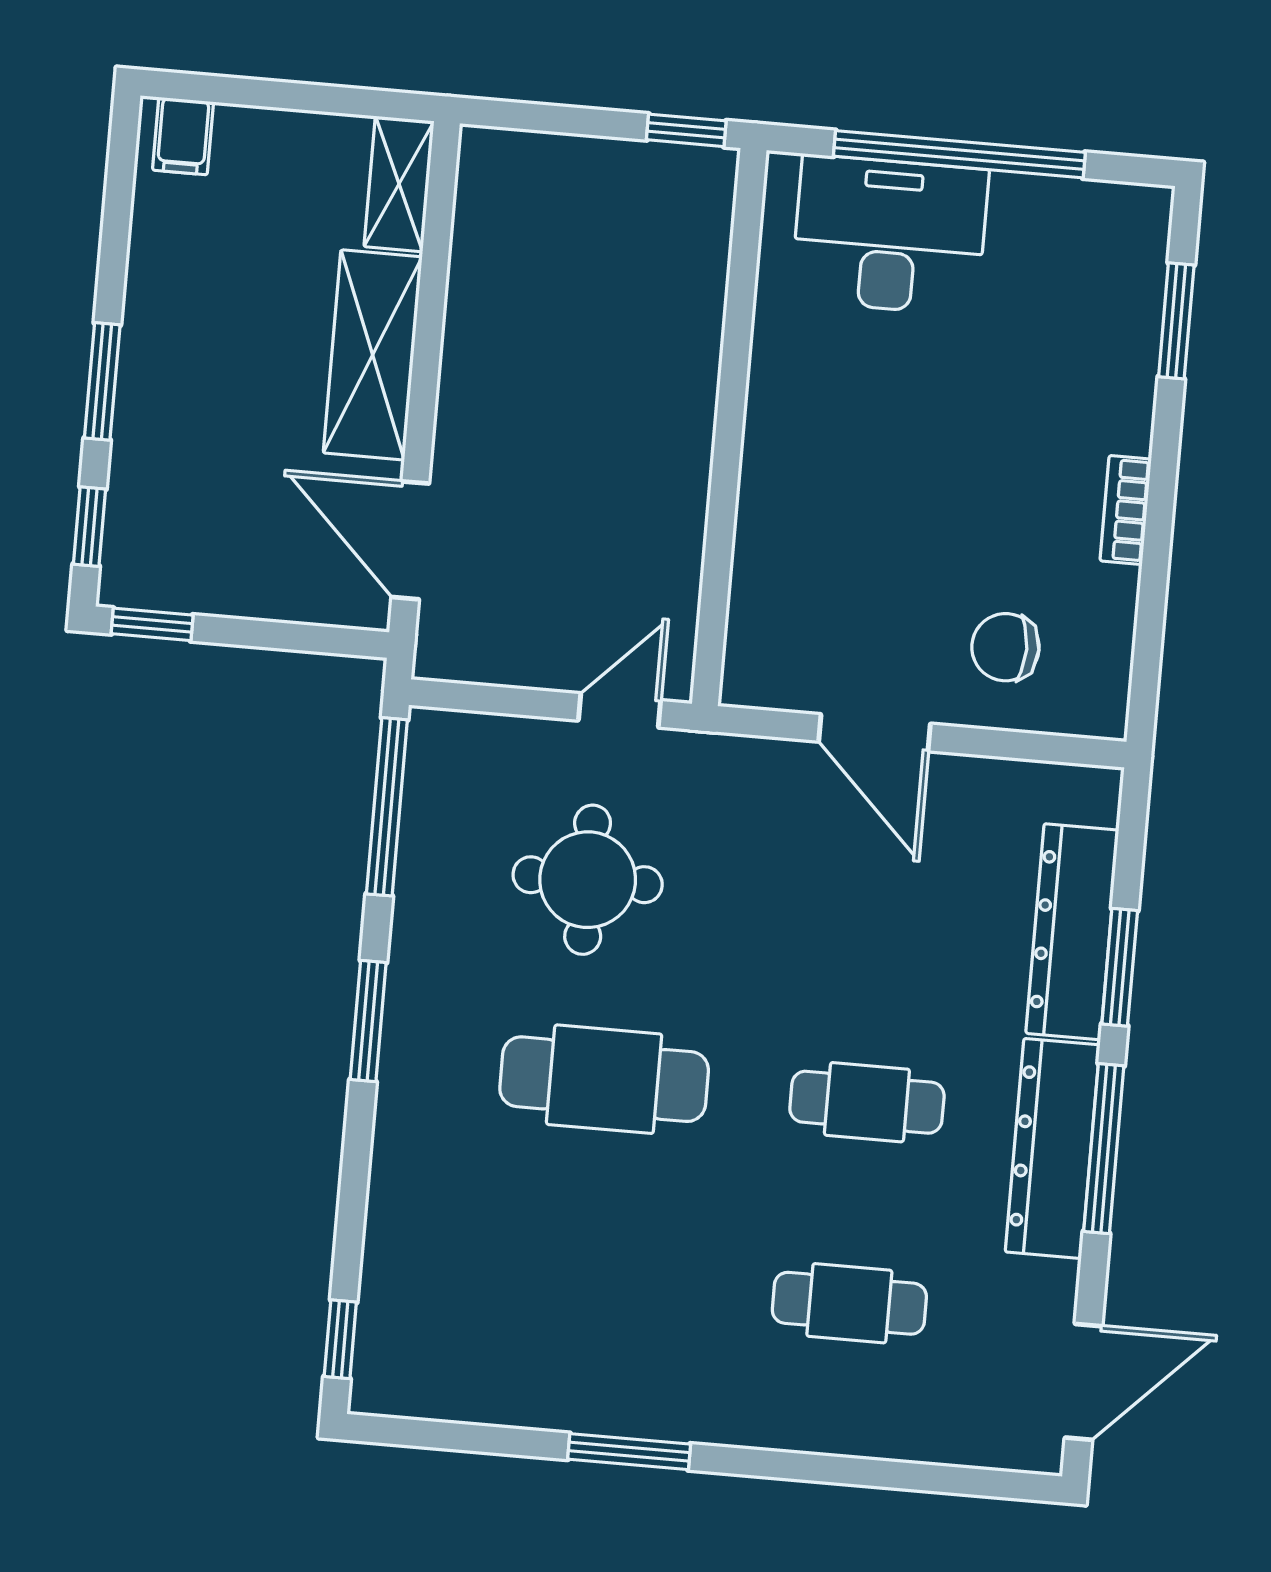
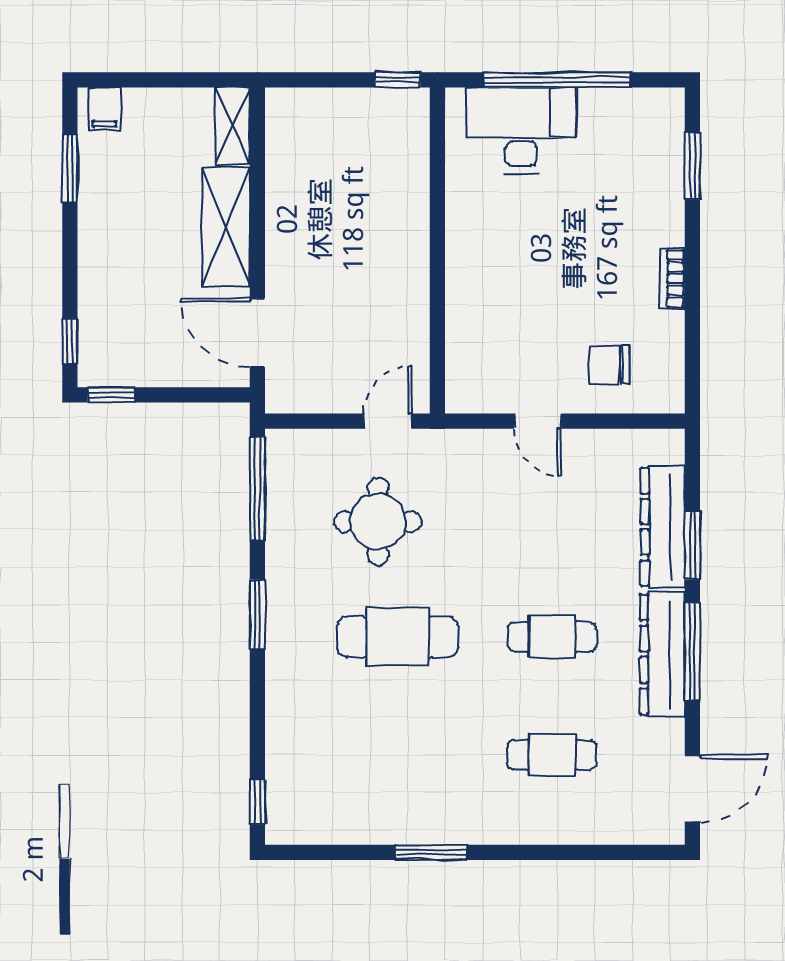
window: (102, 381) -> (70, 169), moved
door: (874, 733) -> (538, 421), width x0.73

